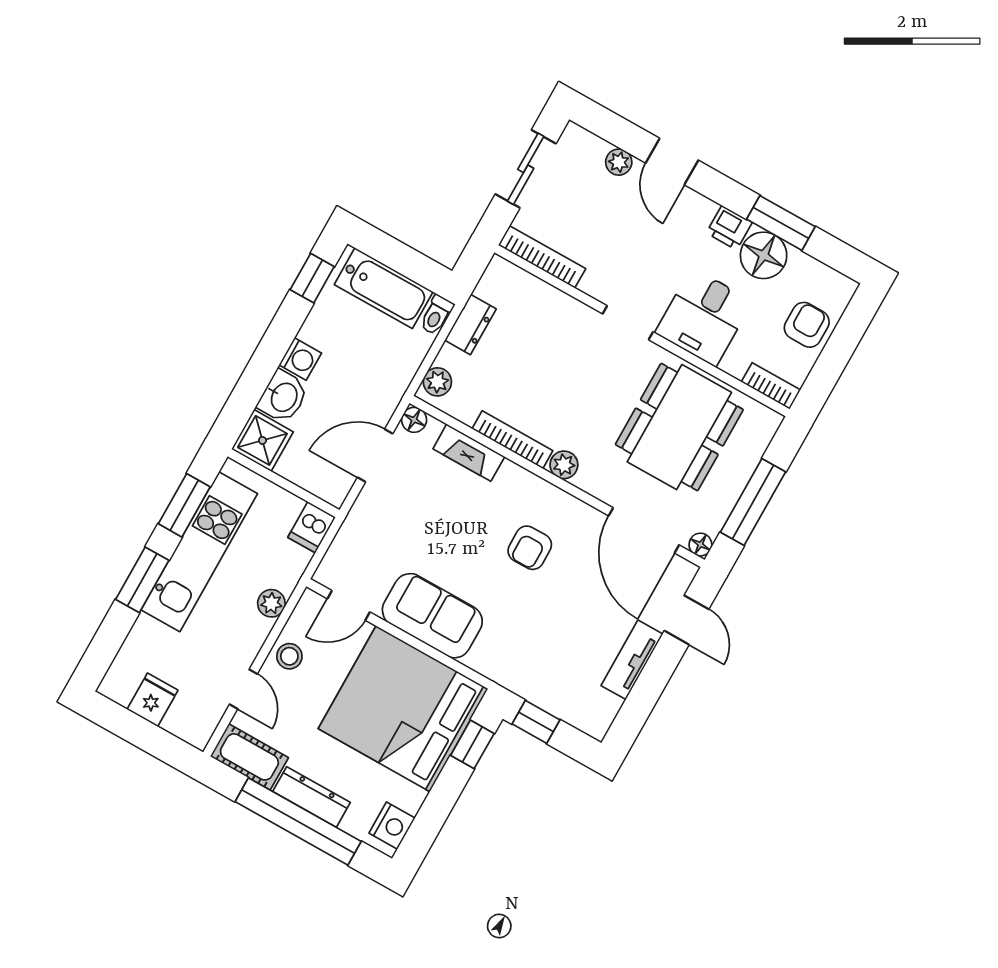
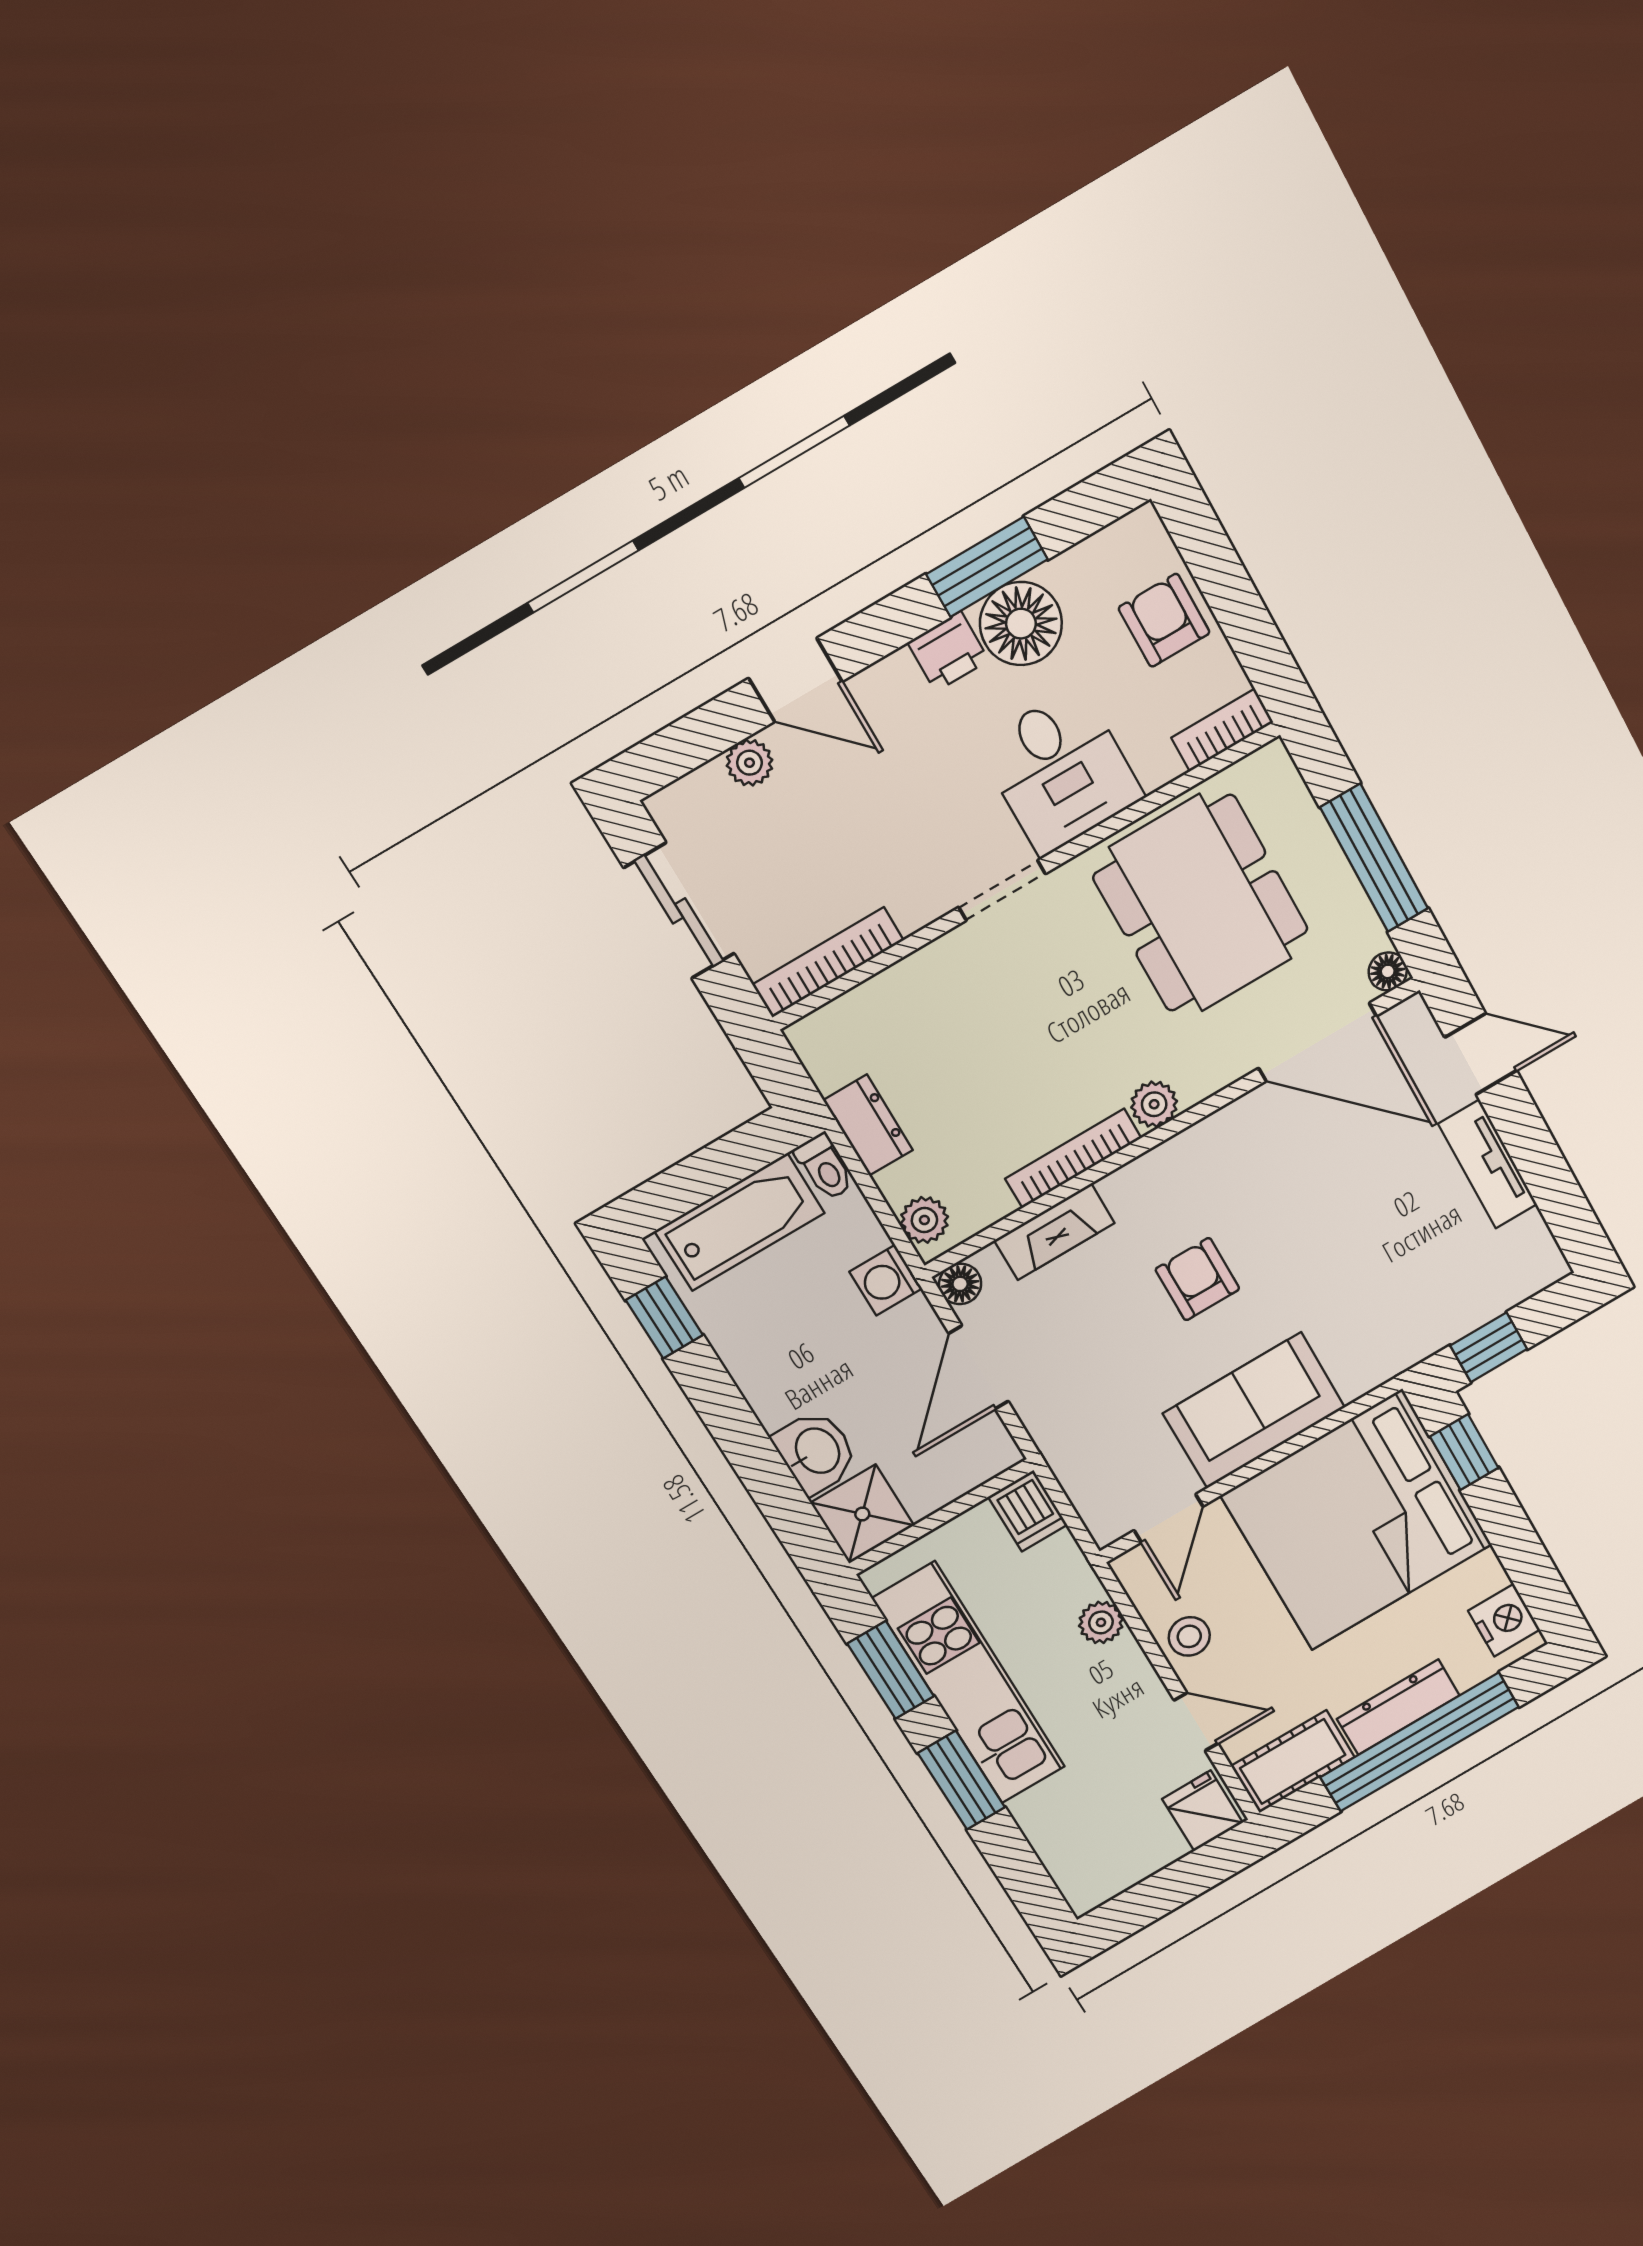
washing machine: (300, 359) -> (886, 1280), moved, turned 180
armchair: (530, 548) -> (1197, 1279), moved, turned 180
fridge: (152, 700) -> (1202, 1811), moved

